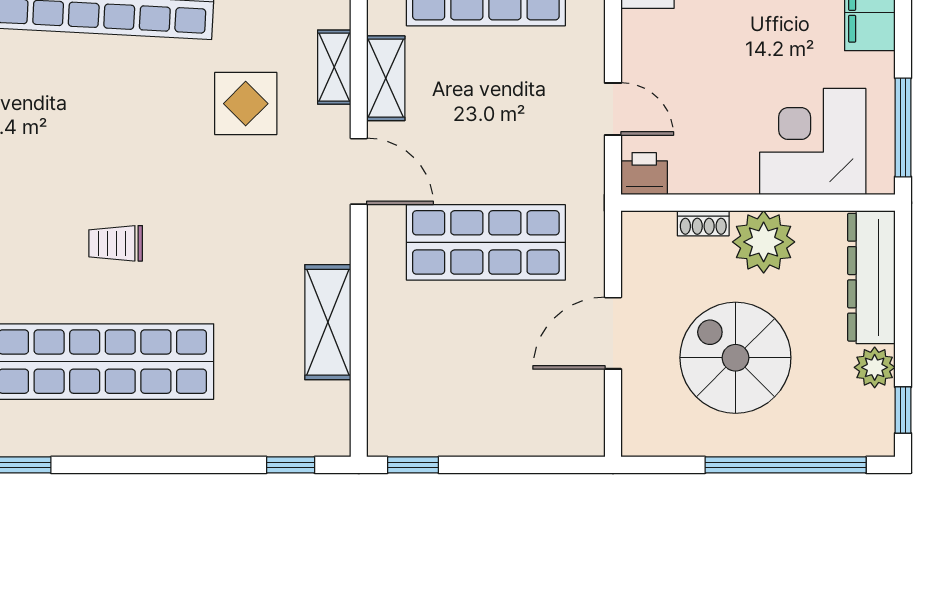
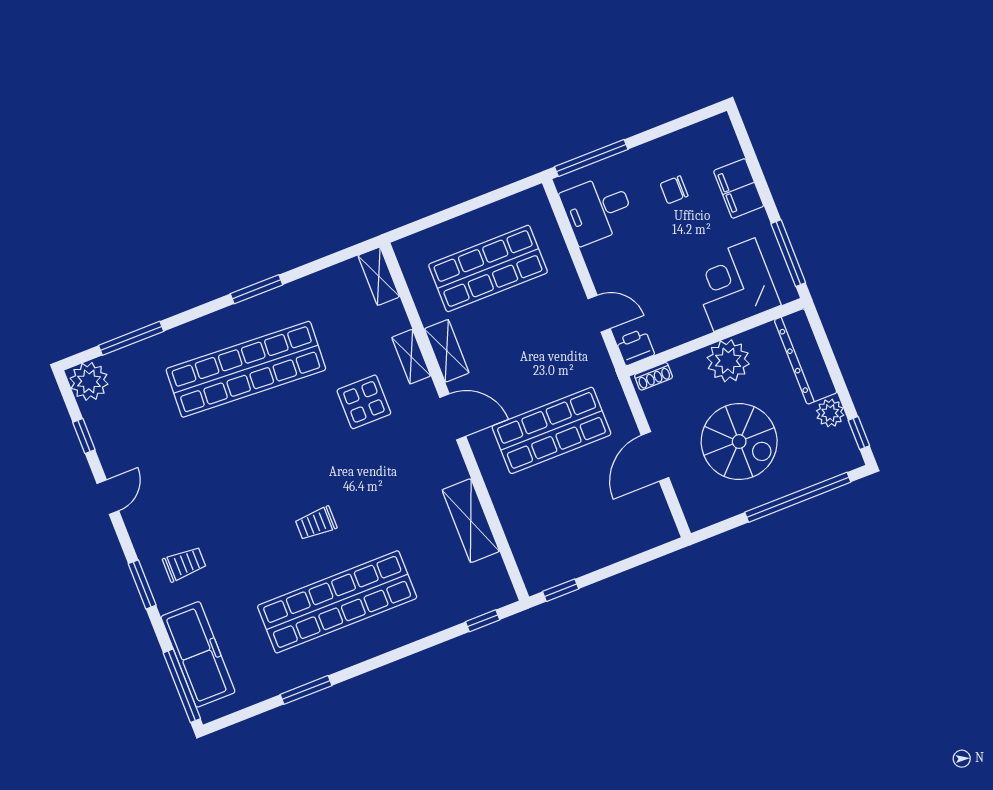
shoe rack: (703, 223) -> (654, 376), moved
spiral stairs: (735, 358) -> (739, 442), turned 180

